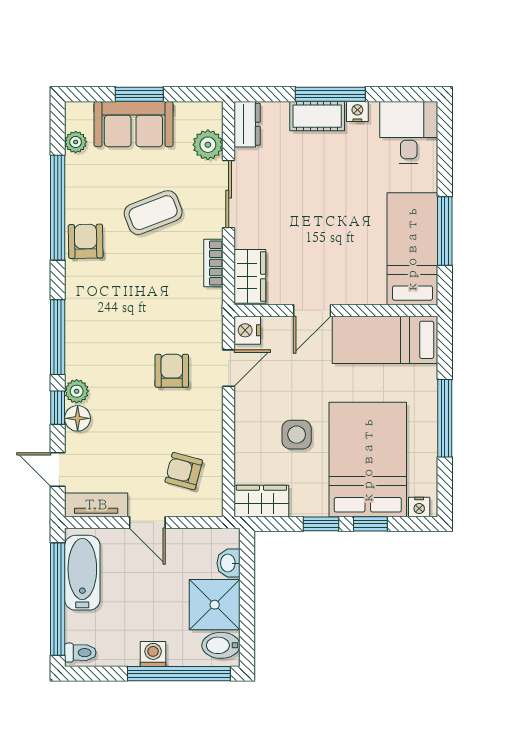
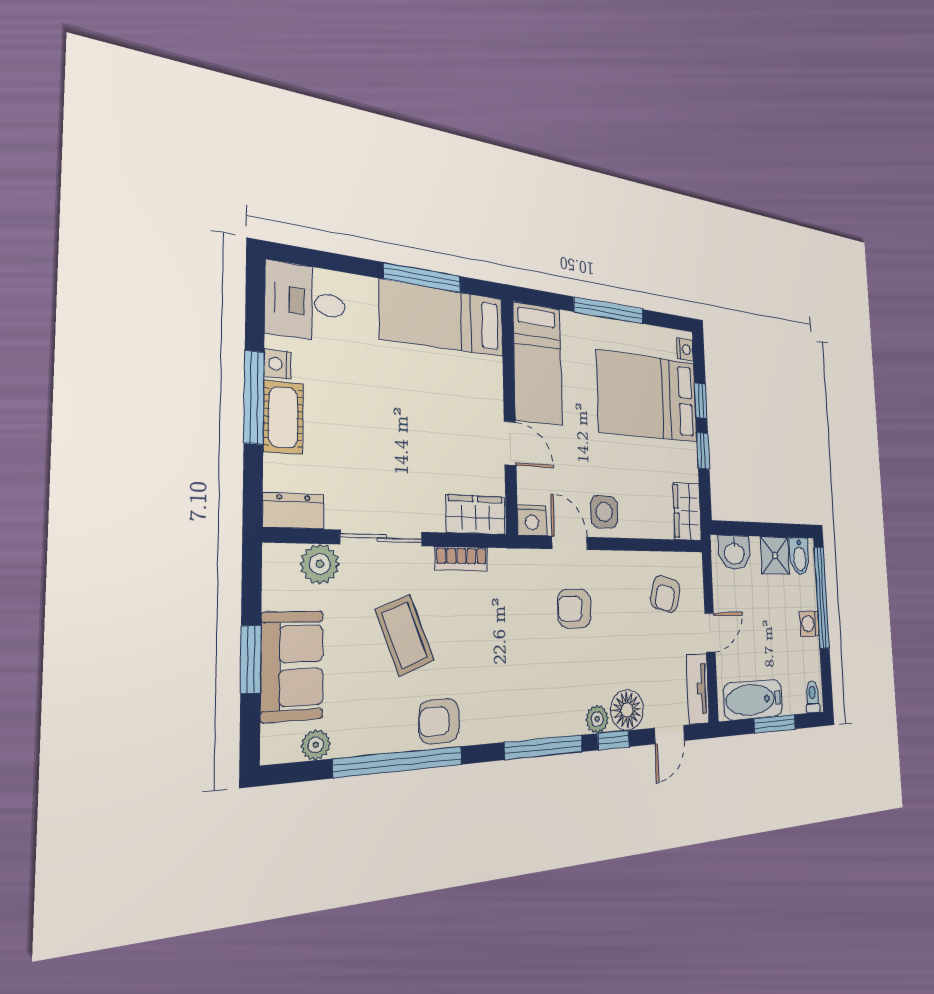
floor lamp: (78, 418) -> (627, 710), width x1.38, depth x1.38
side table: (297, 435) -> (604, 512), moved
washbasin: (228, 563) -> (734, 553), width x1.38, depth x1.45
window: (58, 599) -> (775, 724), width x0.47
shower: (215, 605) -> (775, 555), width x0.73, depth x0.73

